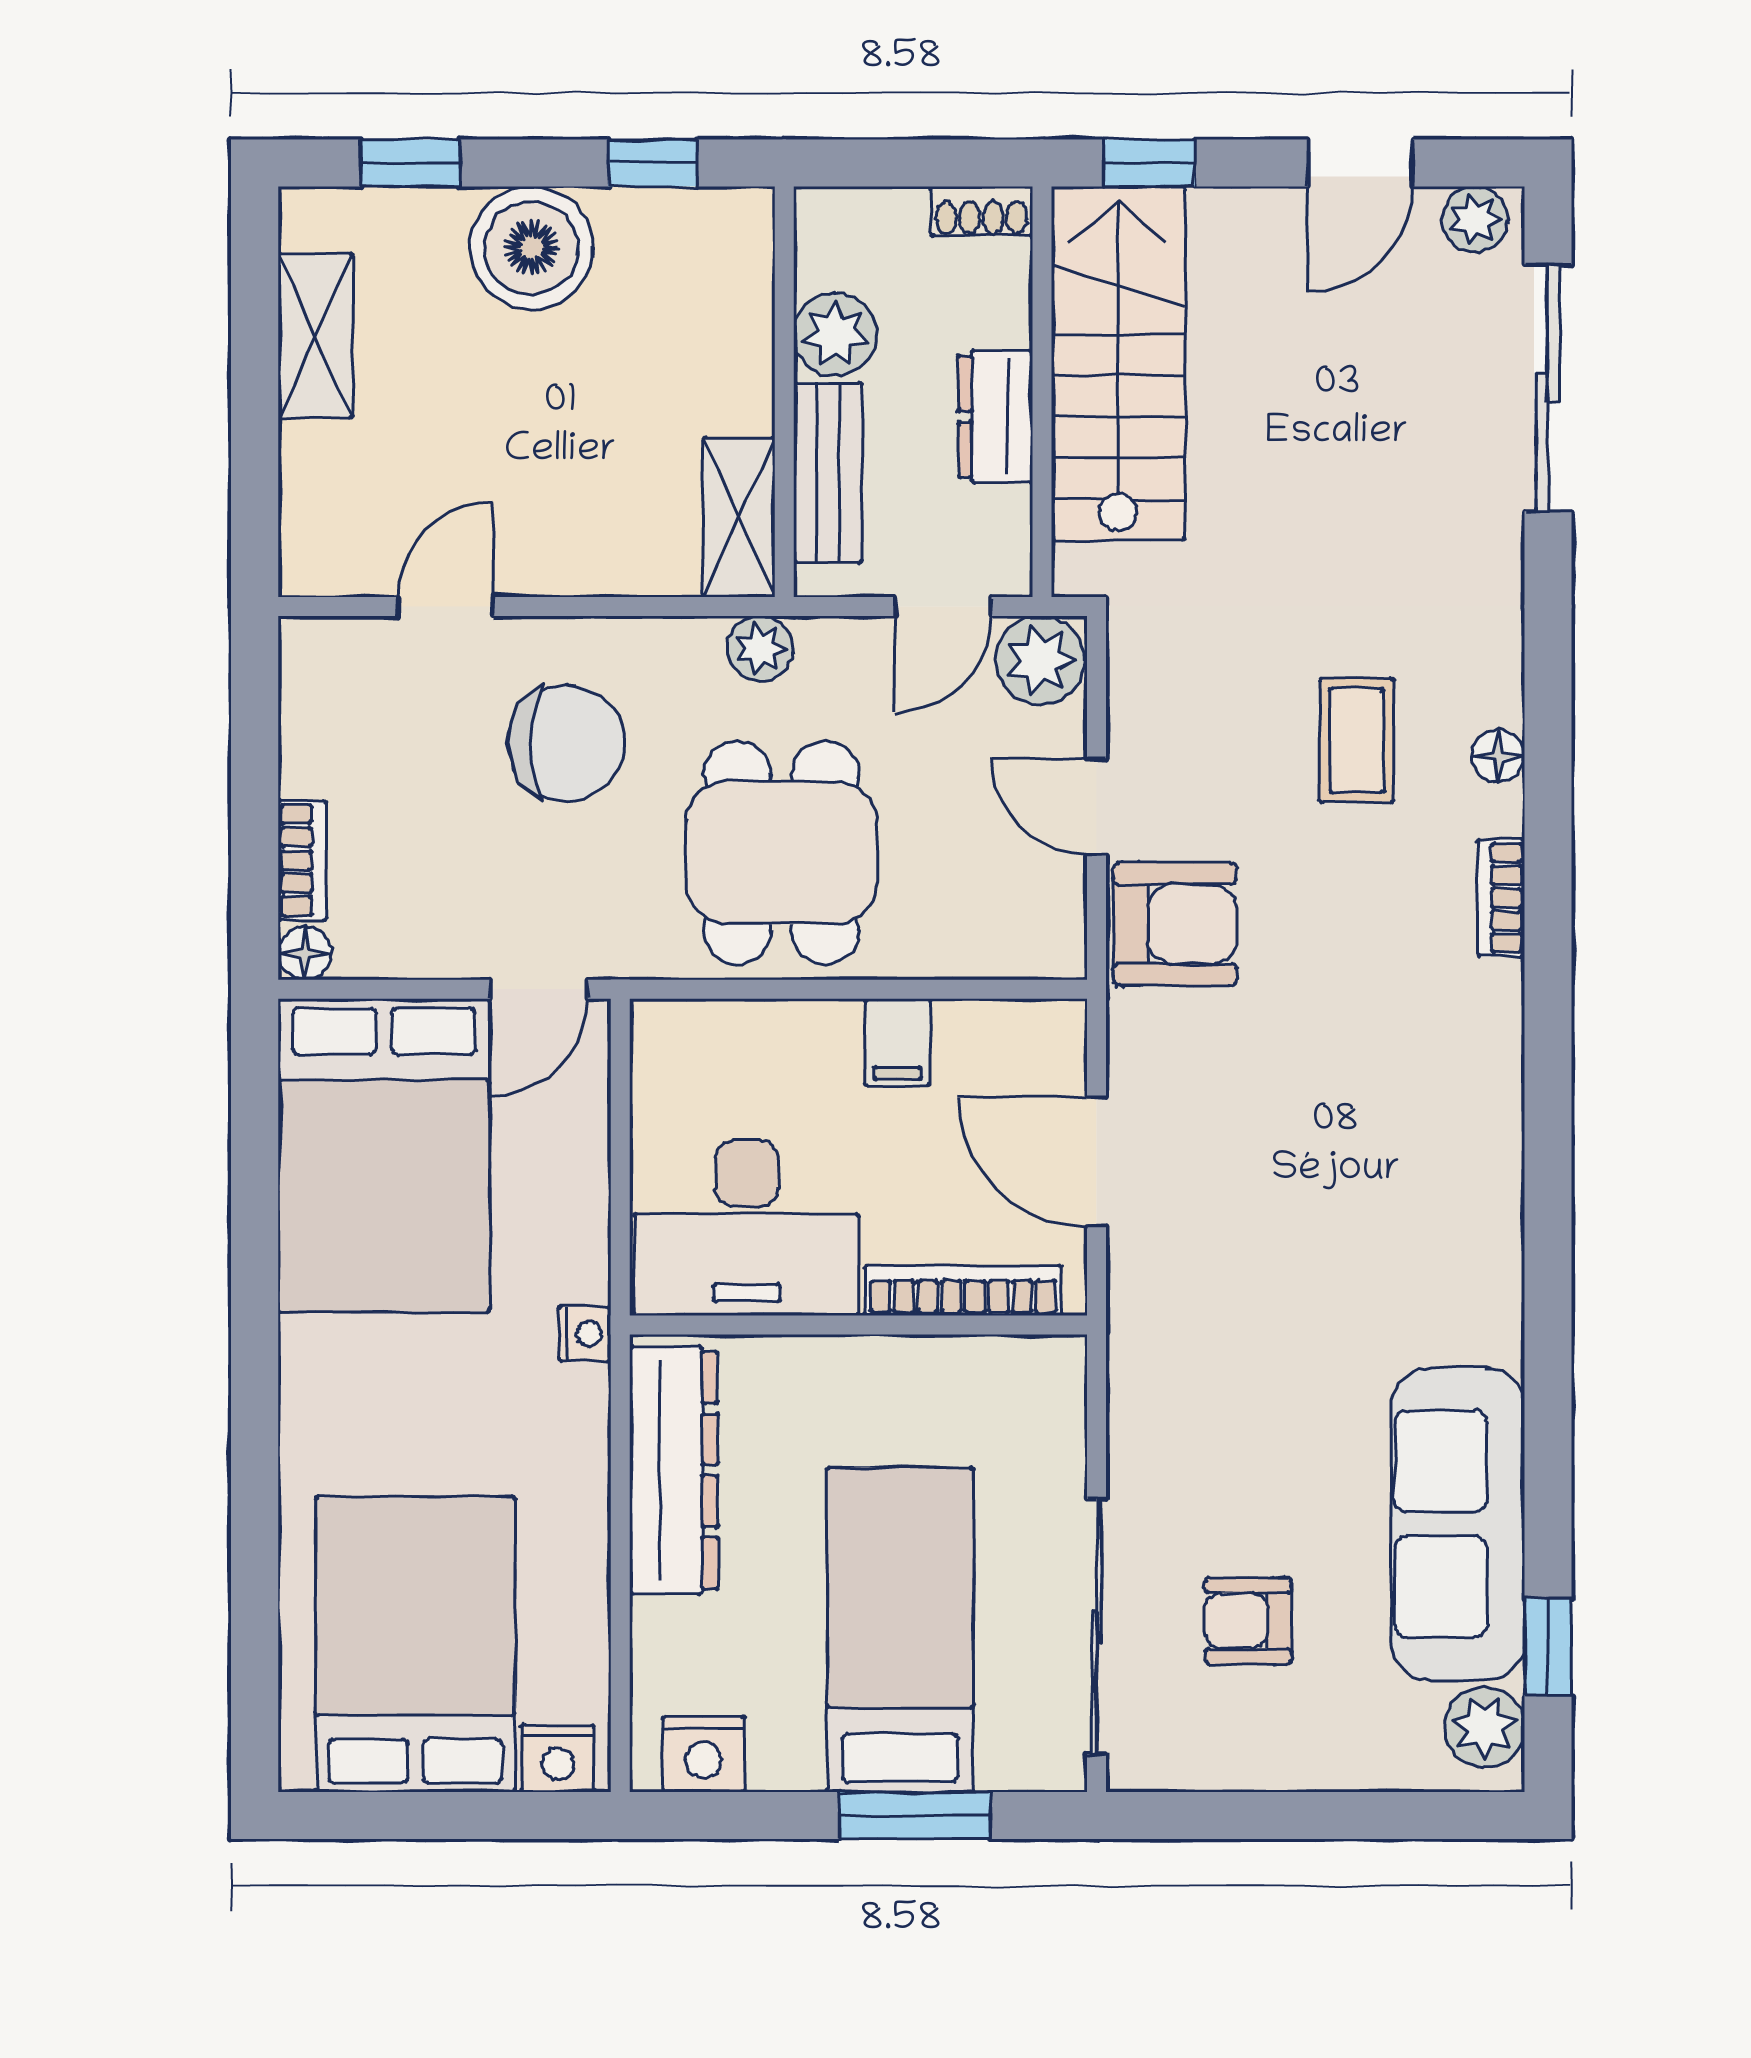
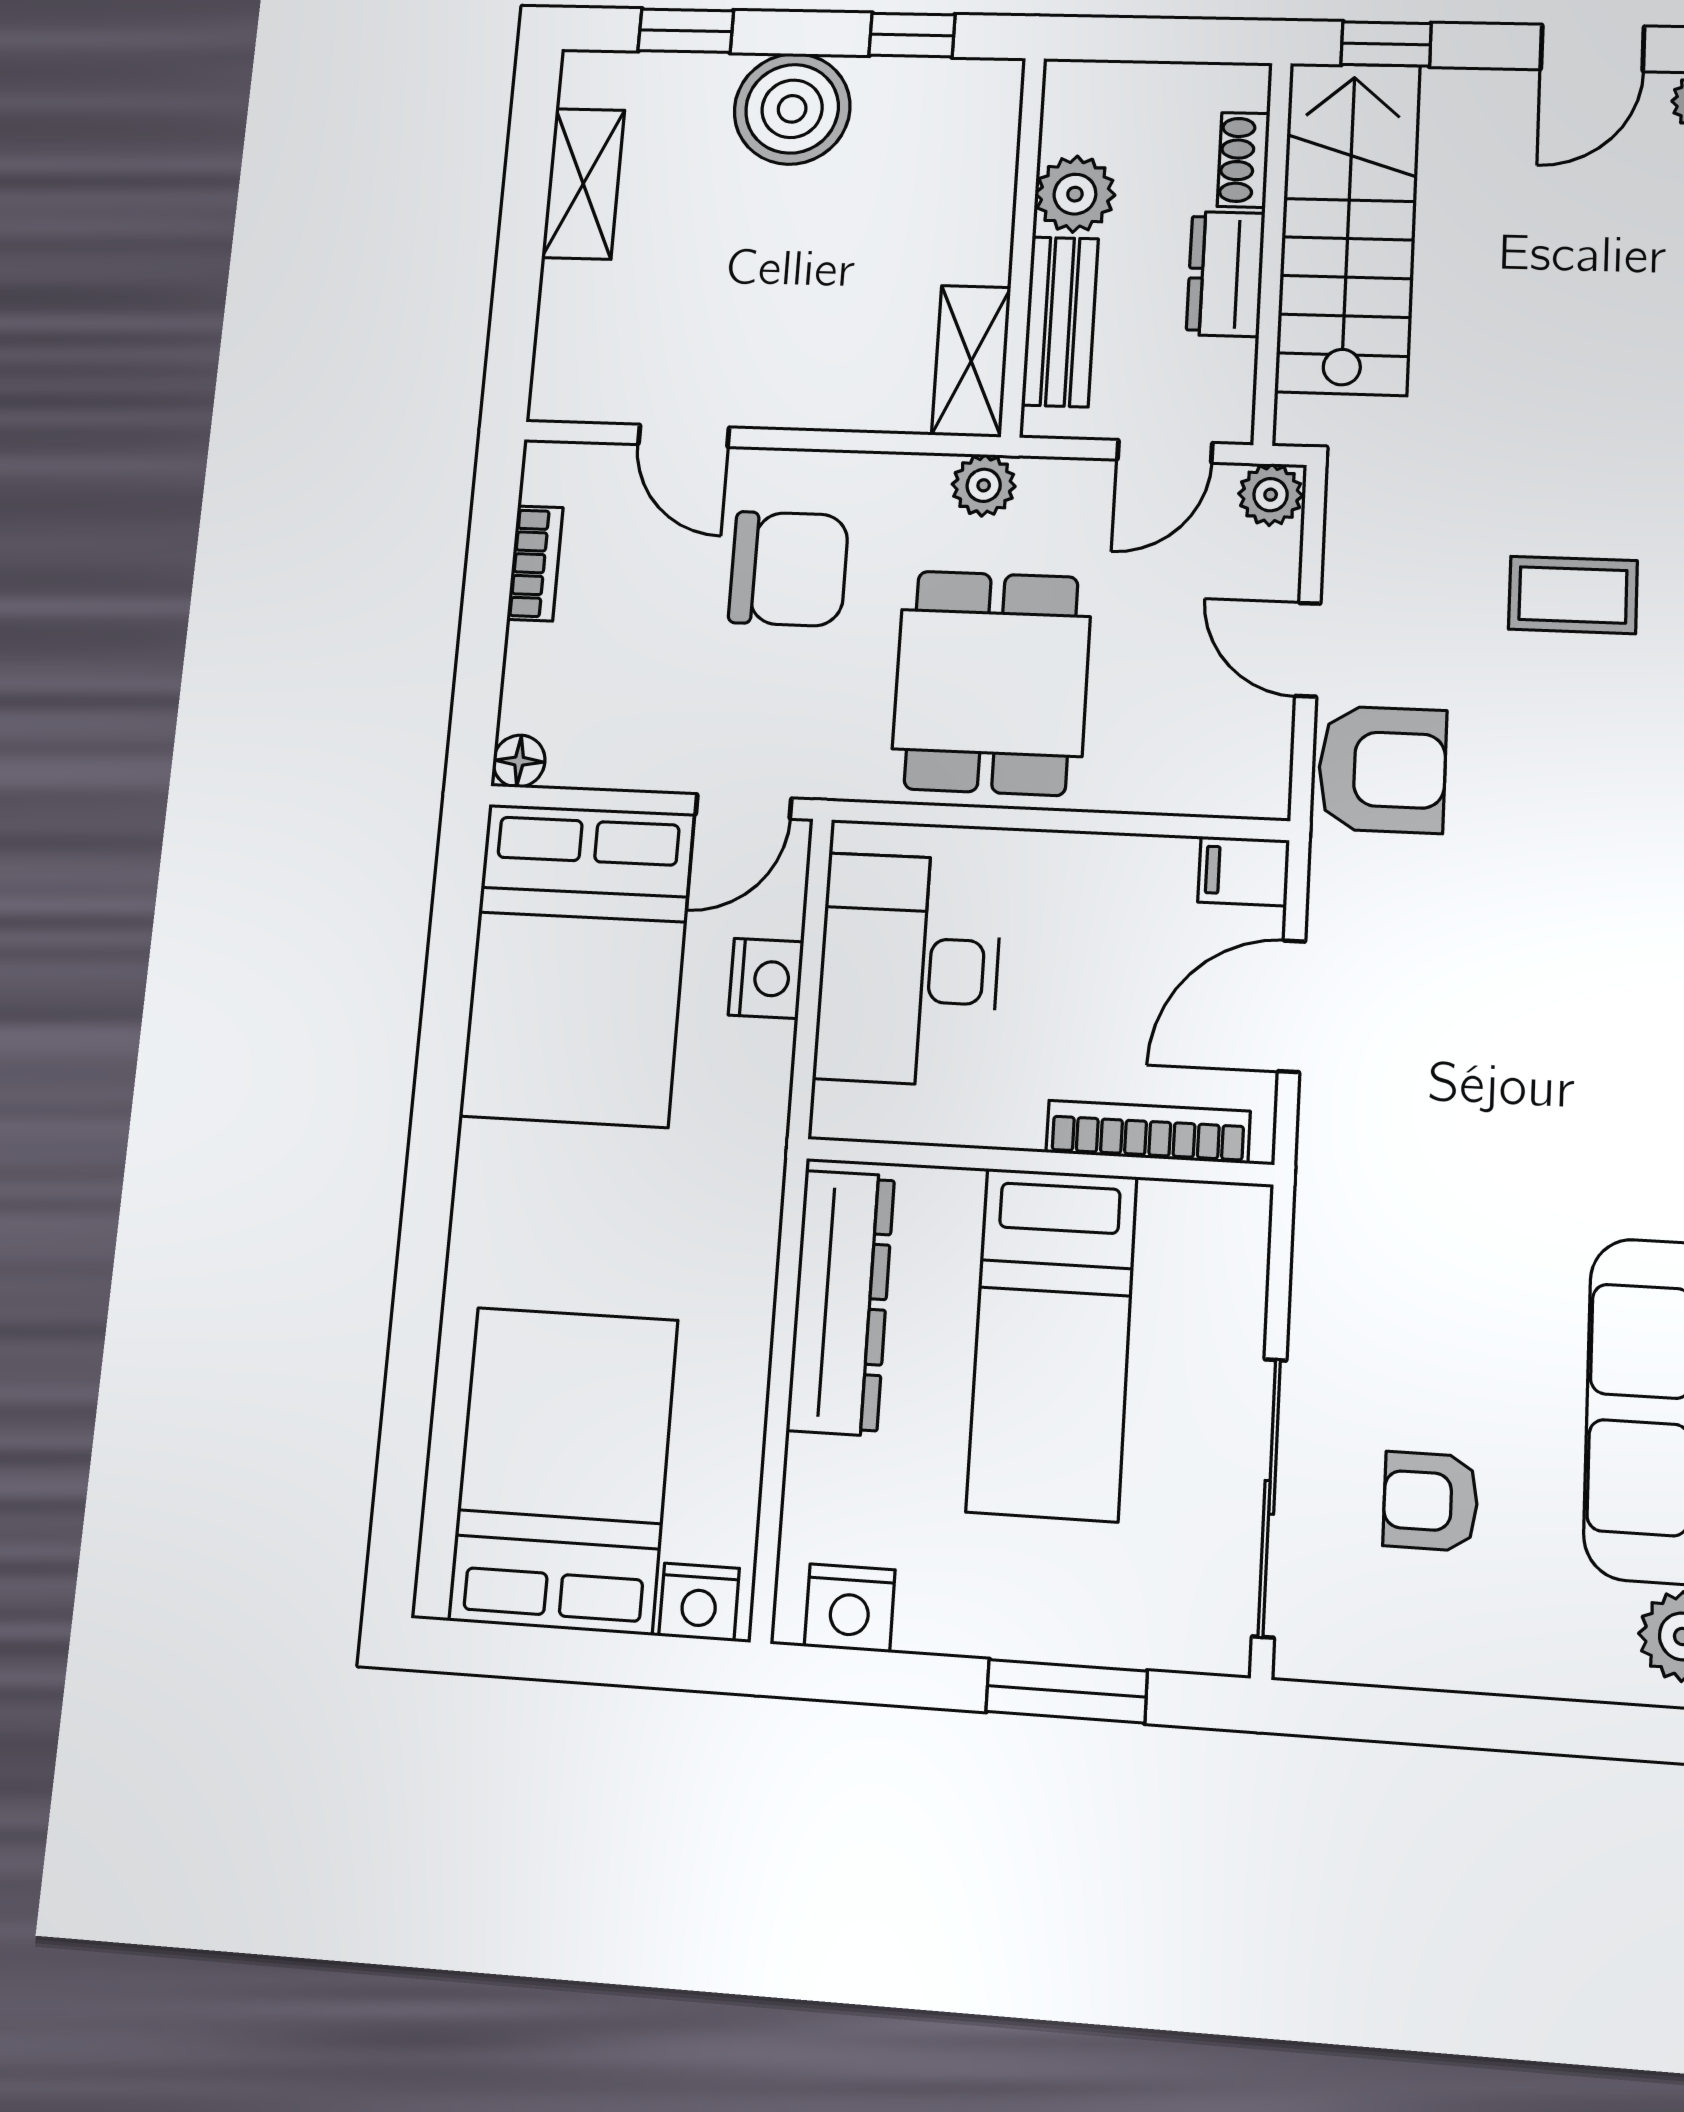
shoe rack: (981, 211) -> (1244, 160), moved, turned 90
door: (446, 607) -> (684, 436), swing flipped
plant: (1040, 660) -> (1271, 495), width x0.73, depth x0.73
coffee table: (1357, 740) -> (1573, 595), turned 90
bookcase: (302, 860) -> (535, 563), moved
filing cabinet: (898, 1042) -> (1244, 871), moved, turned 90
door: (1097, 1162) -> (1292, 1006), hinge flipped
desk: (747, 1228) -> (909, 969), moved, turned 90
nightstand: (585, 1334) -> (766, 978), moved, width x1.39, depth x1.35
bed: (900, 1630) -> (1052, 1343), moved, turned 180

